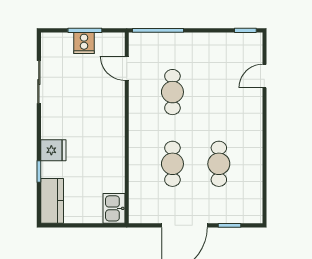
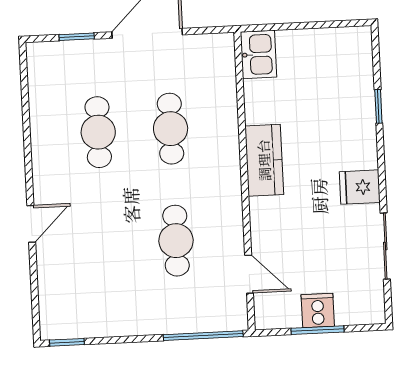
door: (264, 76) -> (31, 224), moved
fridge: (53, 150) -> (360, 187), moved
kitchen counter: (52, 201) -> (264, 160), moved, turned 180

